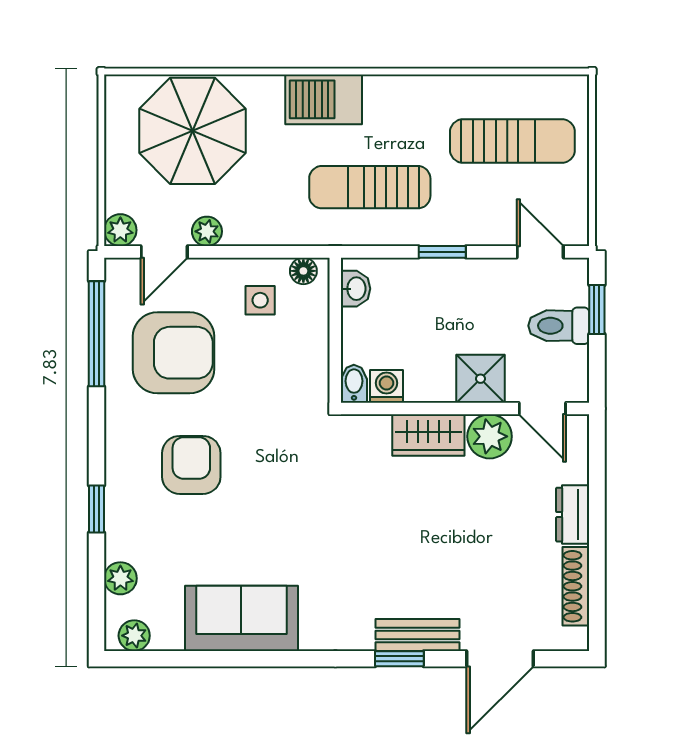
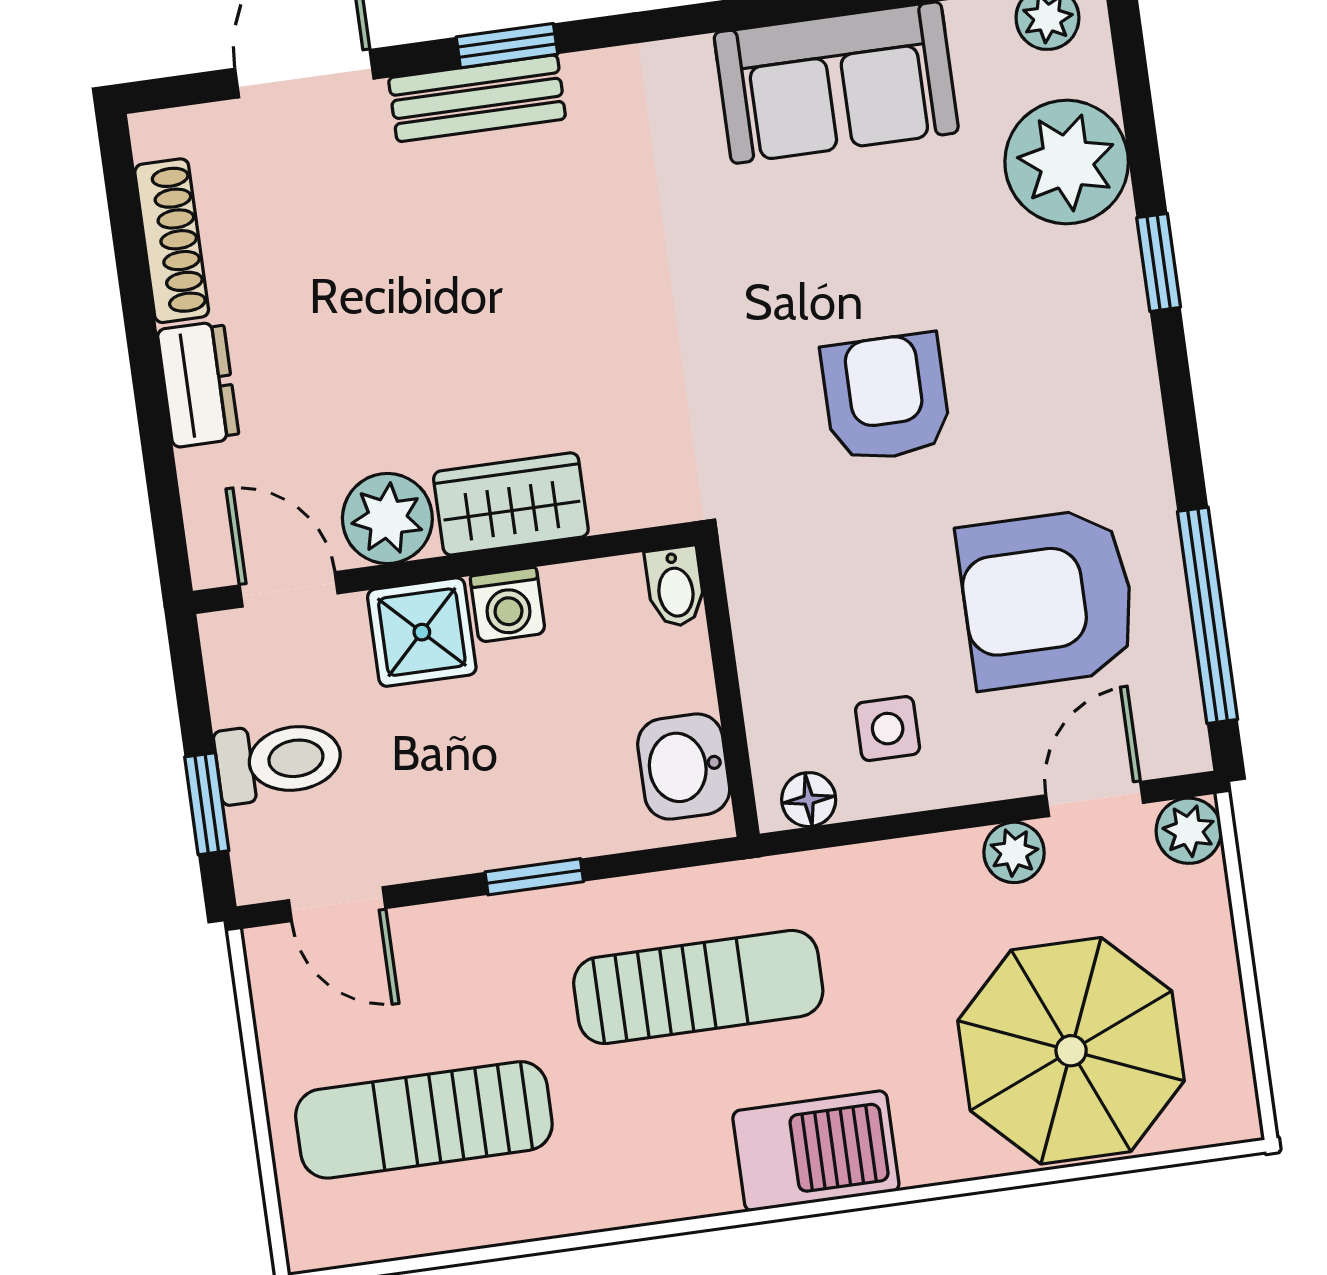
washbasin: (356, 289) -> (684, 767), width x1.38, depth x1.45
washing machine: (387, 386) -> (508, 605), moved
armchair: (191, 465) -> (886, 398), moved, turned 180
plant: (120, 578) -> (1067, 162), width x1.88, depth x1.88

